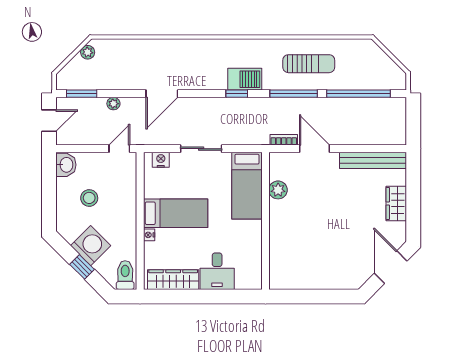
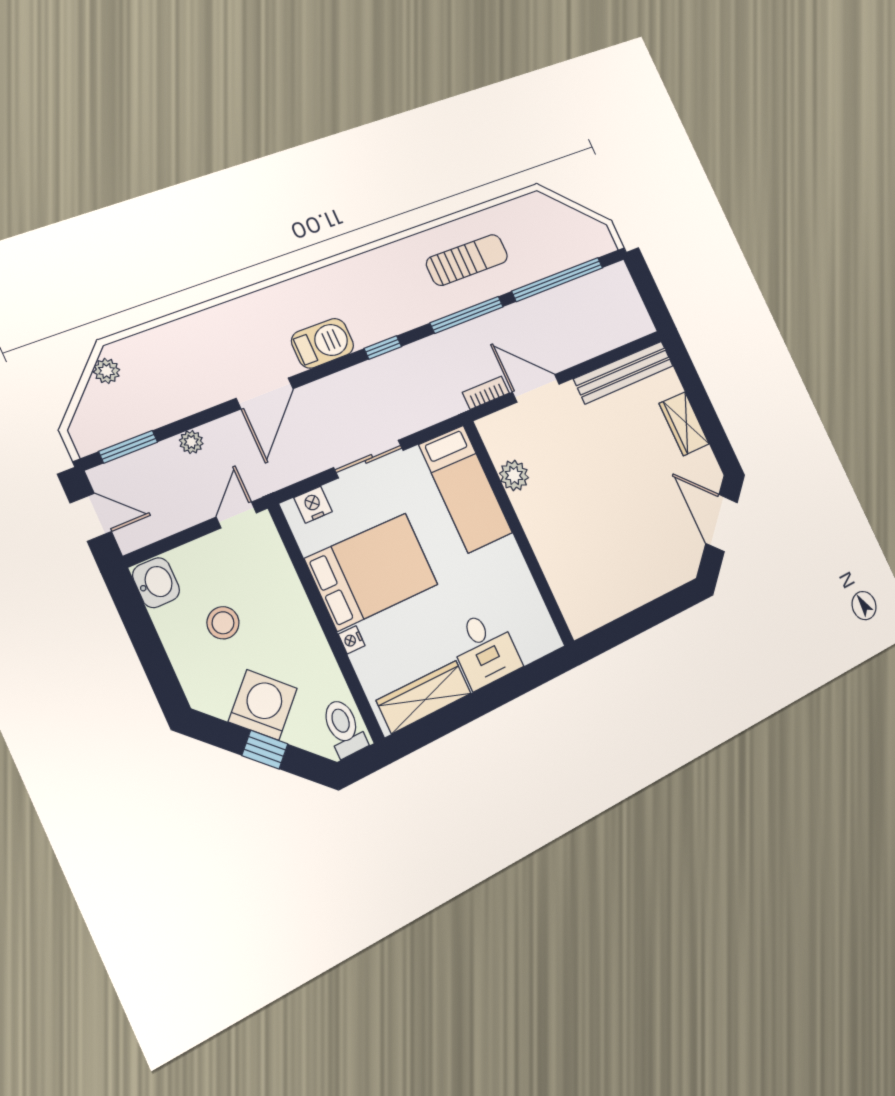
barbecue: (245, 79) -> (323, 343), moved
door: (49, 121) -> (91, 517), hinge flipped
bed: (176, 213) -> (372, 572), width x1.50

